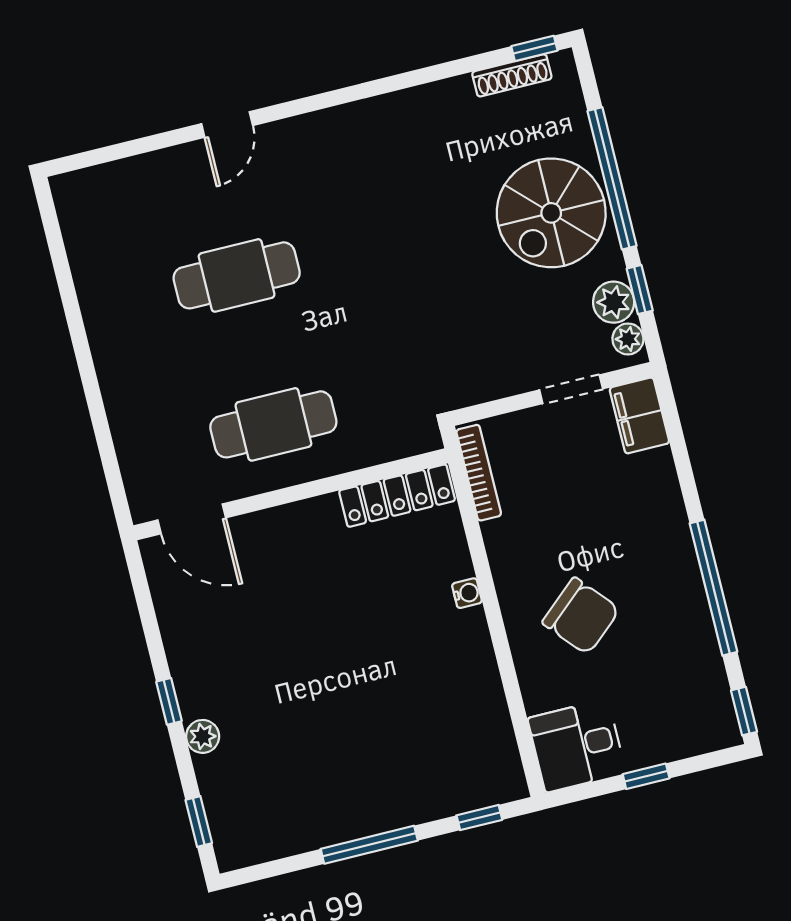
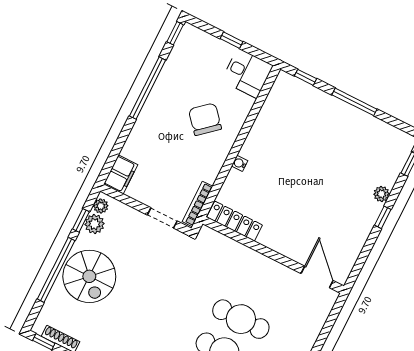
spiral stairs: (551, 213) -> (89, 276), turned 90
doorway: (571, 389) -> (162, 218), moved
cafe table: (273, 424) -> (241, 319), moved

